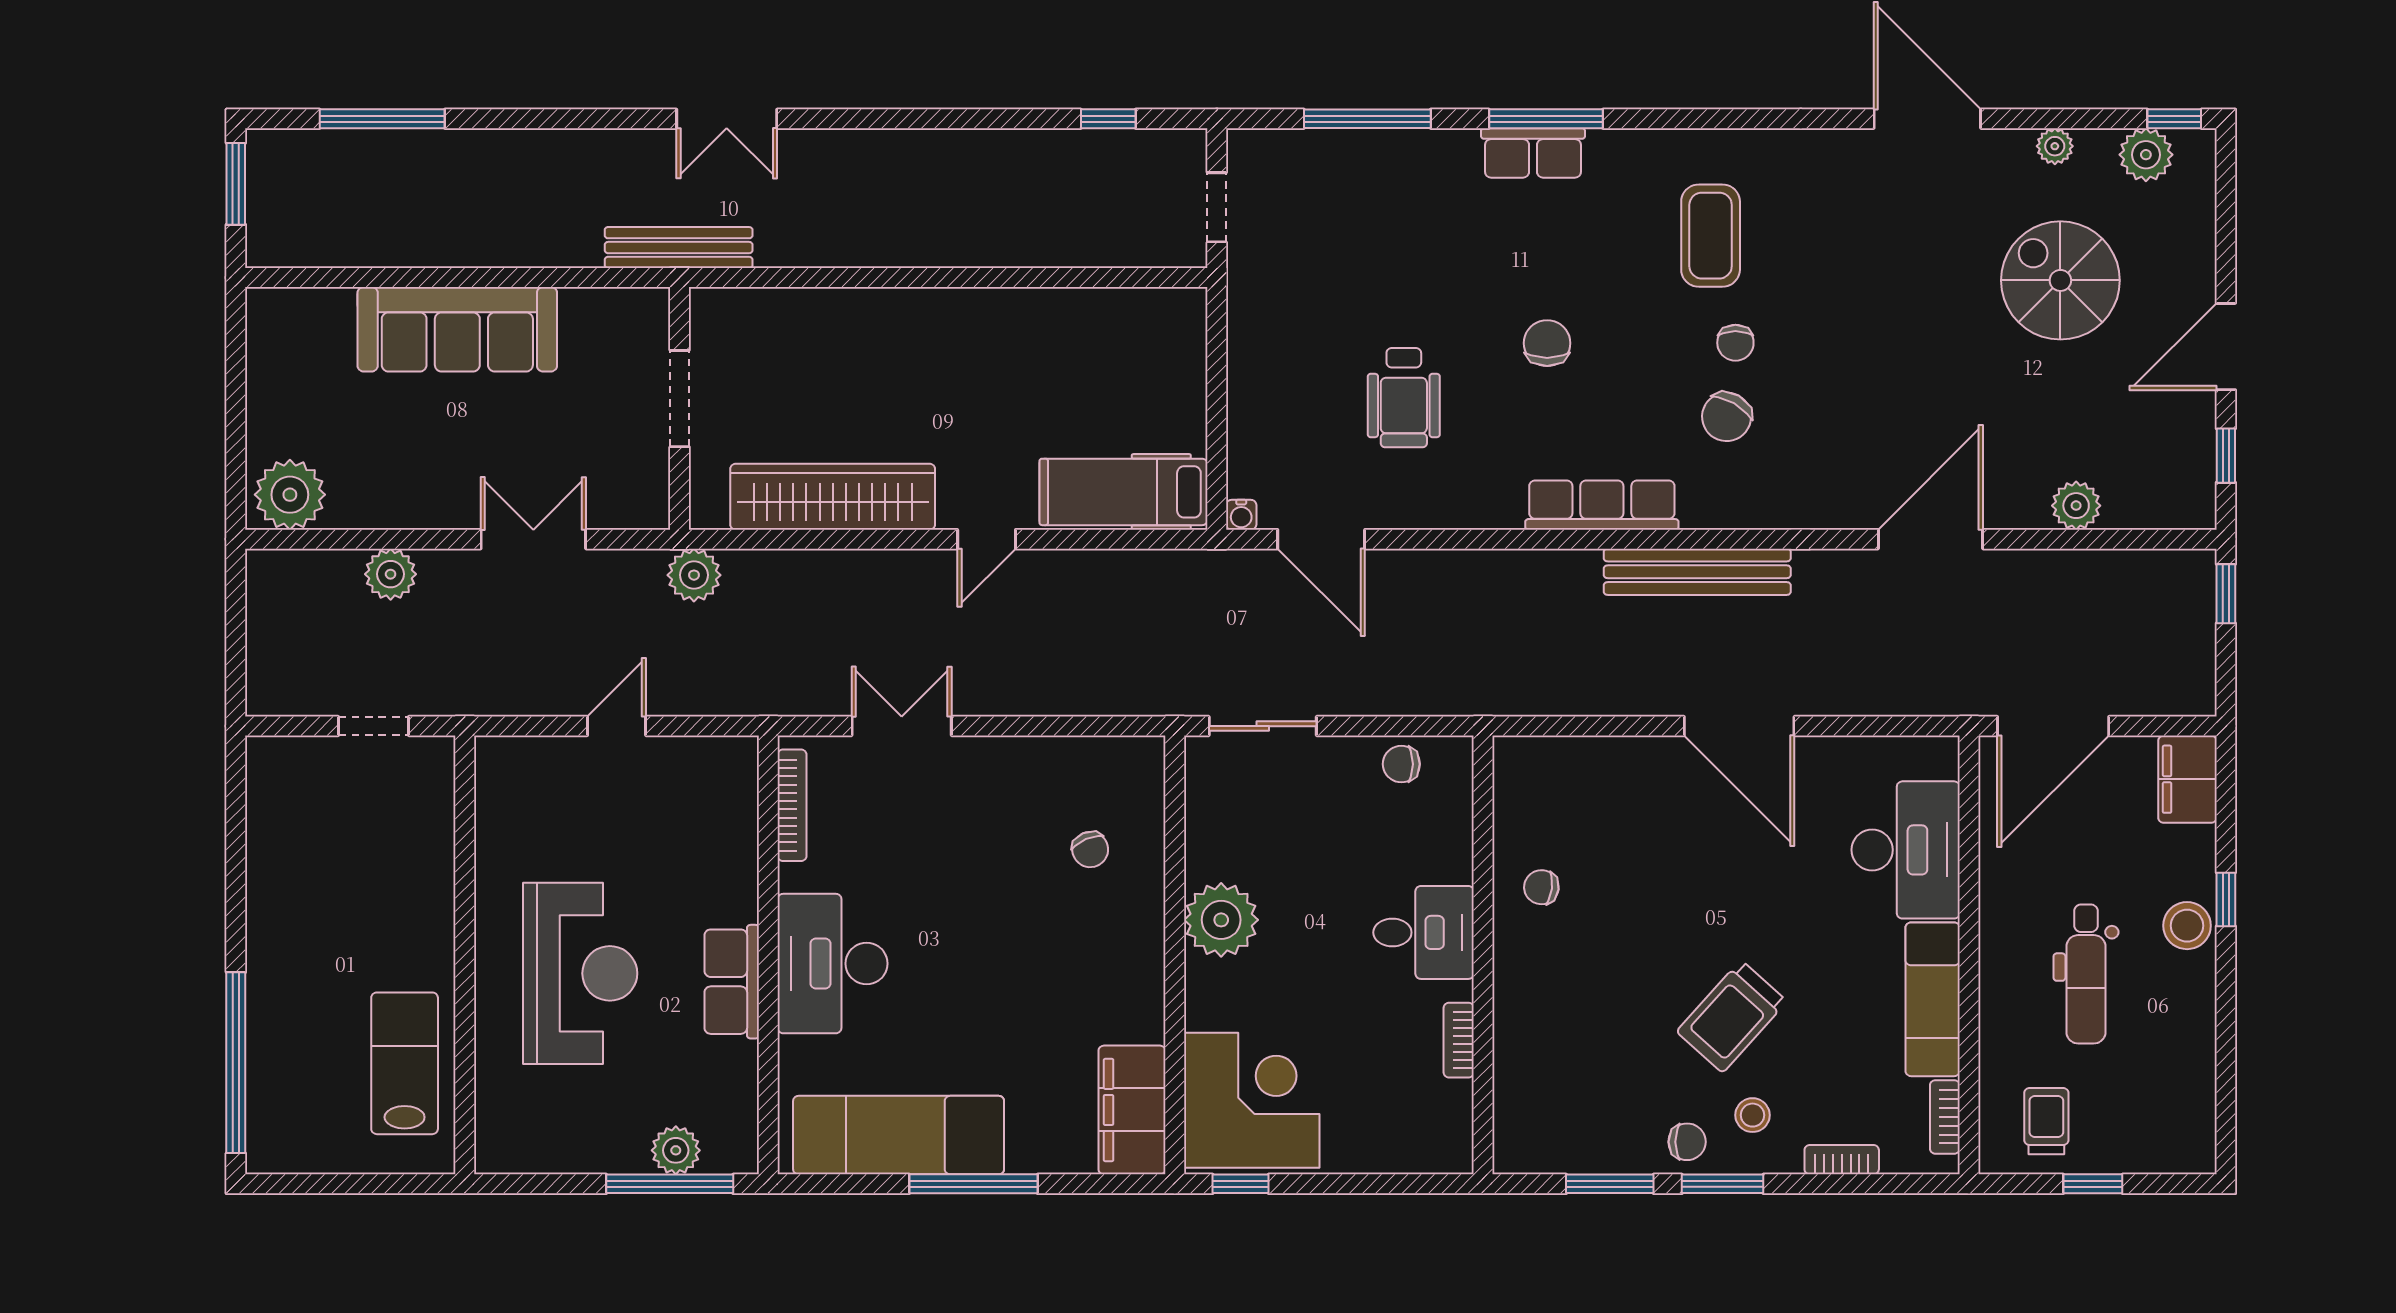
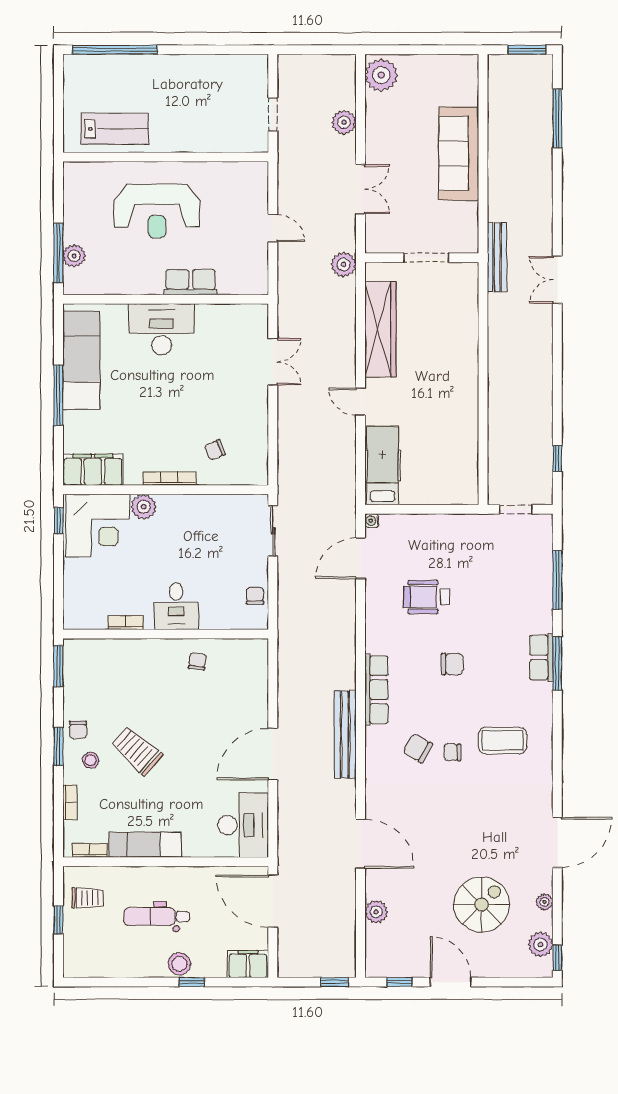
bookcase: (792, 805) -> (169, 479), moved, turned 180
desk: (1906, 850) -> (243, 825), moved, turned -90
plant: (1221, 920) -> (144, 507), moved, width x0.73, depth x0.73
row of seats: (732, 982) -> (191, 282), moved
window: (1610, 1184) -> (58, 666), moved

